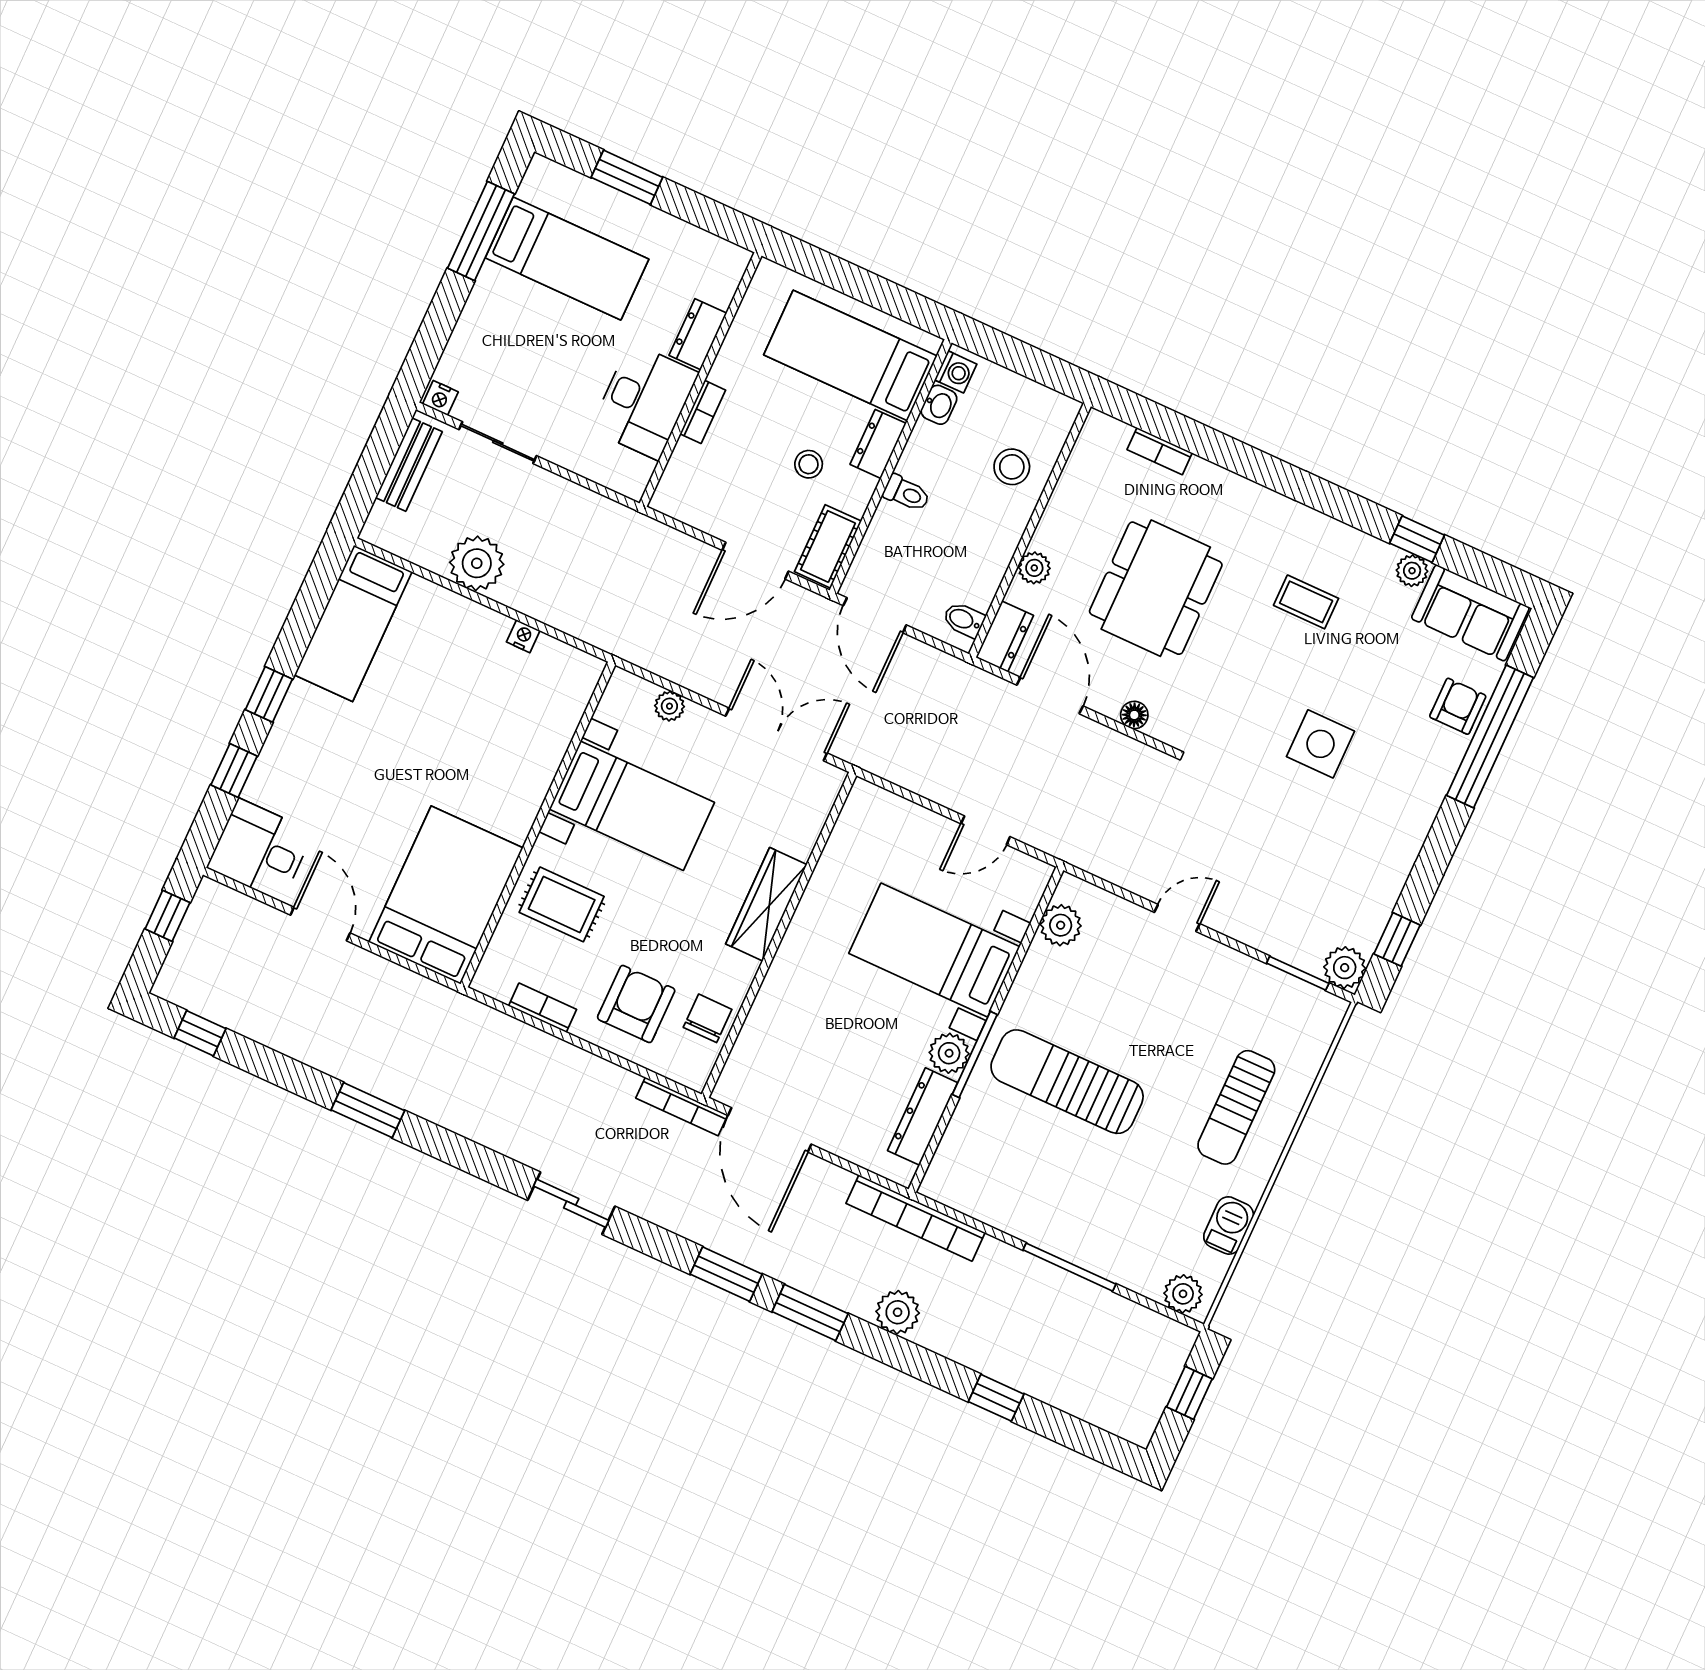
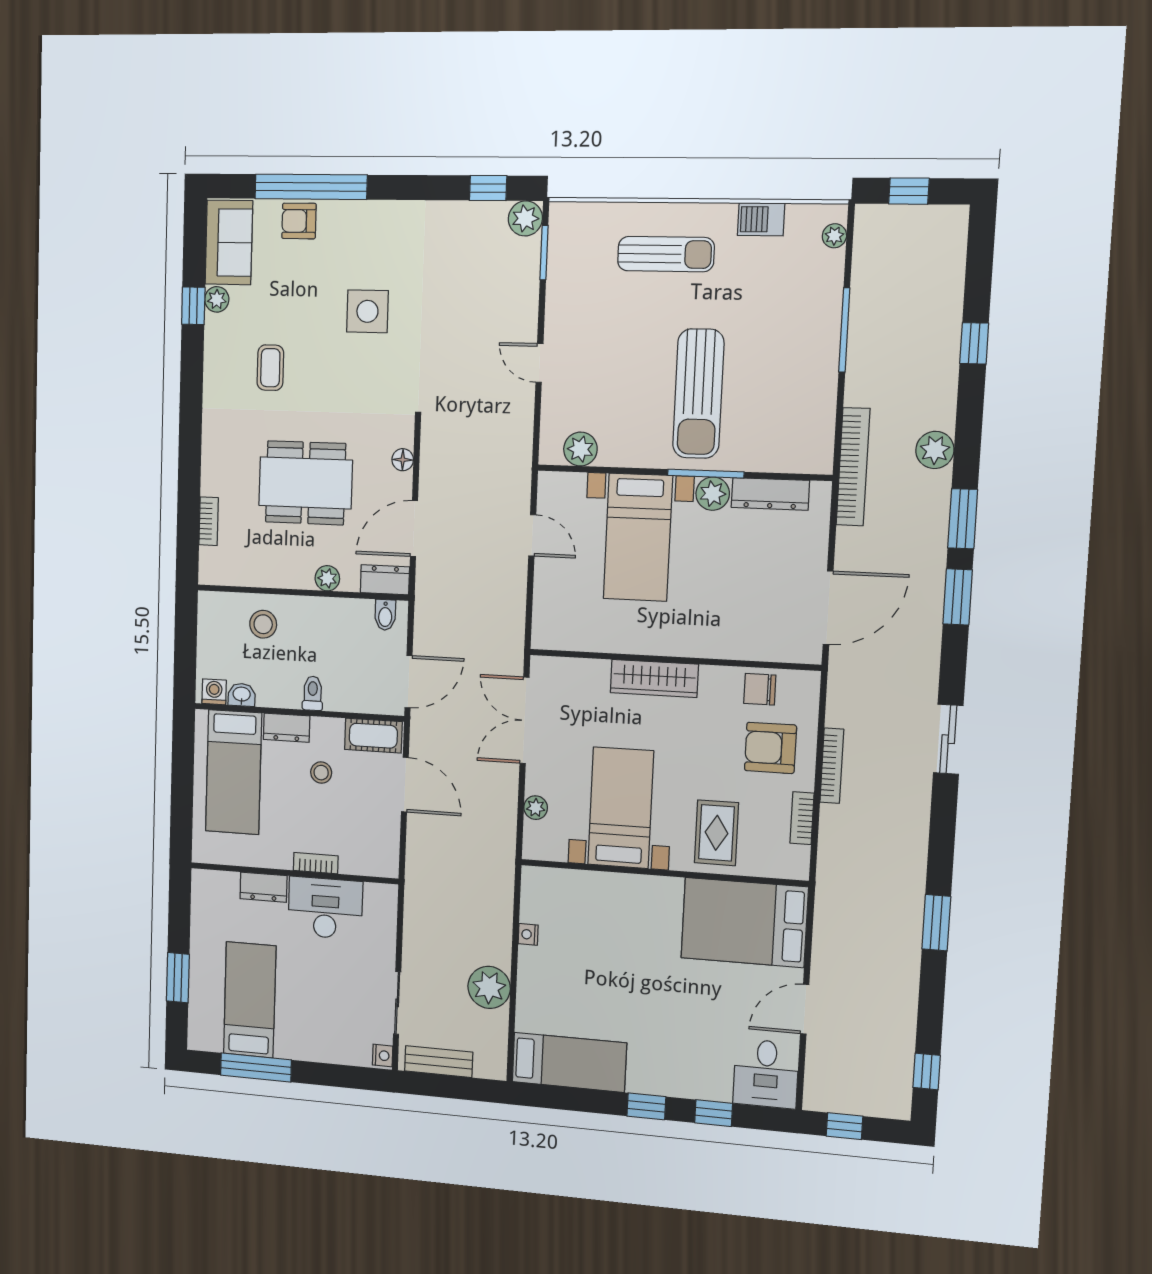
bookcase: (682, 1106) -> (832, 766), moved
plant: (1183, 1294) -> (834, 236), width x0.73, depth x0.73

